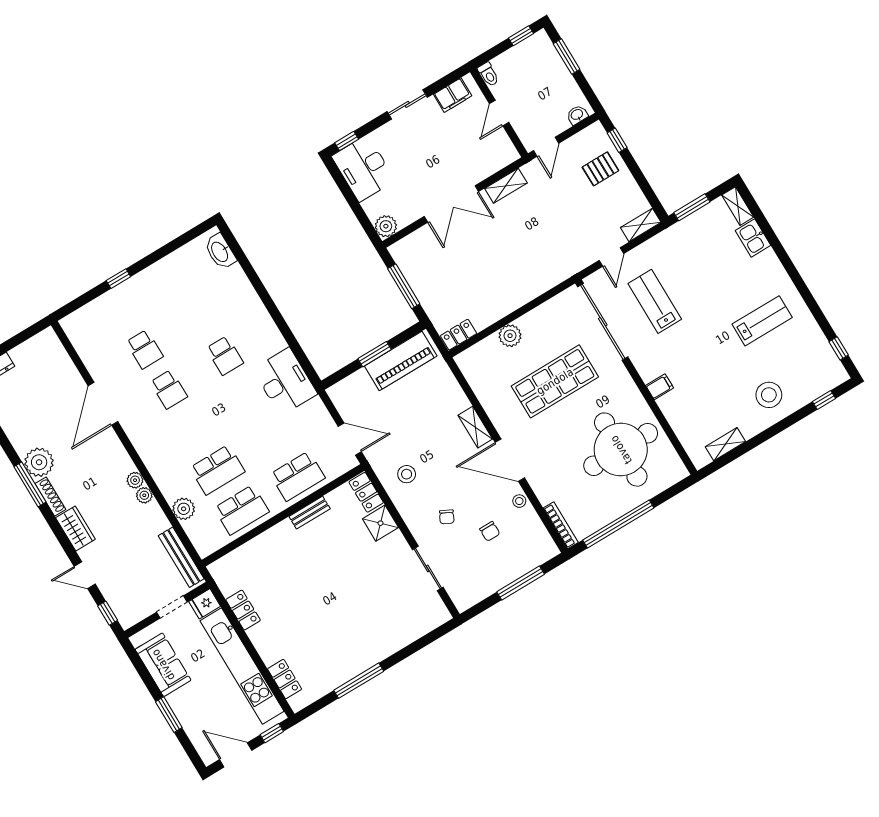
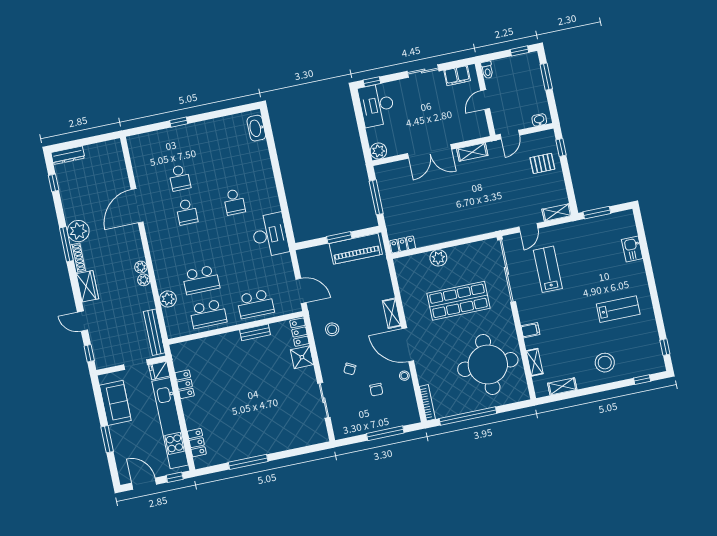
shelving: (738, 206) -> (535, 362), moved

